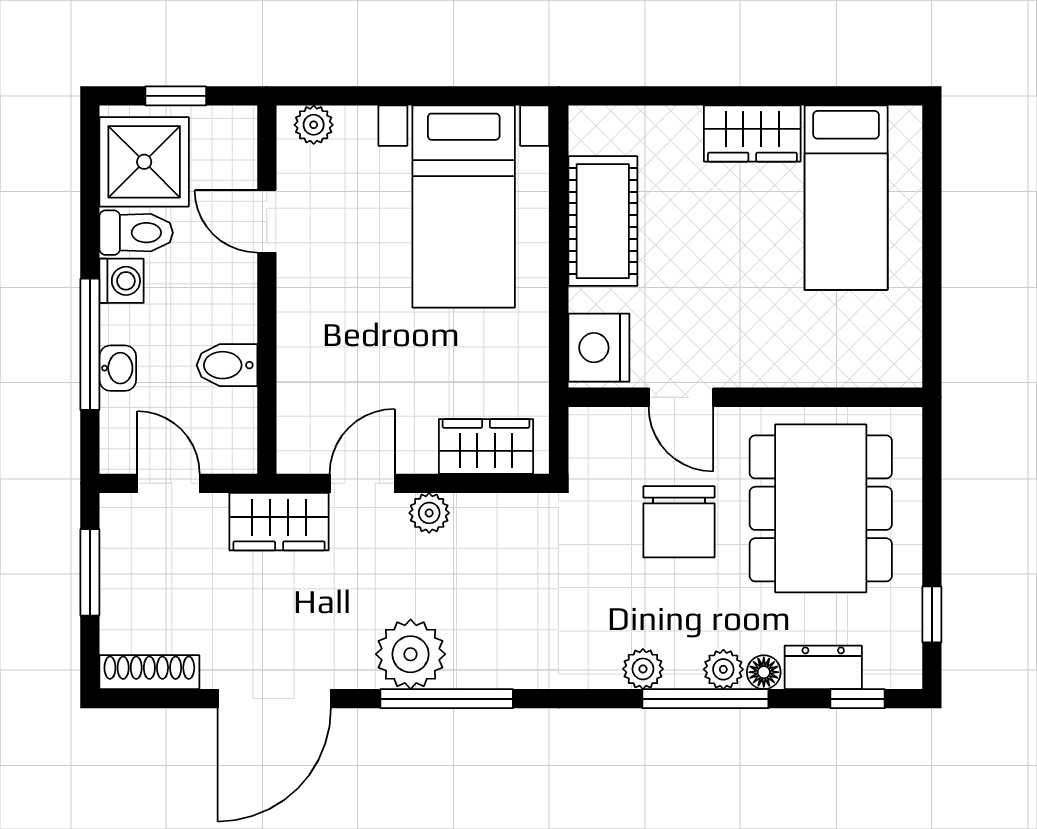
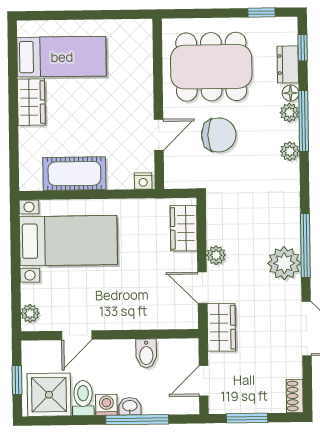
nightstand: (599, 348) -> (143, 181), width x0.53, depth x0.56
washbasin: (118, 368) -> (130, 406), moved
shoe rack: (149, 672) -> (295, 396), width x0.70

